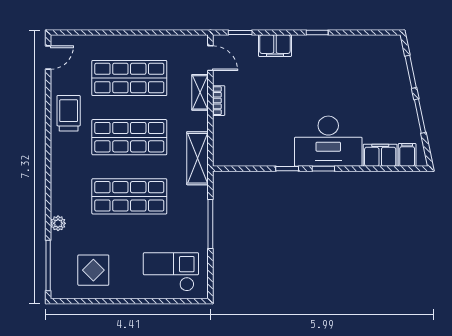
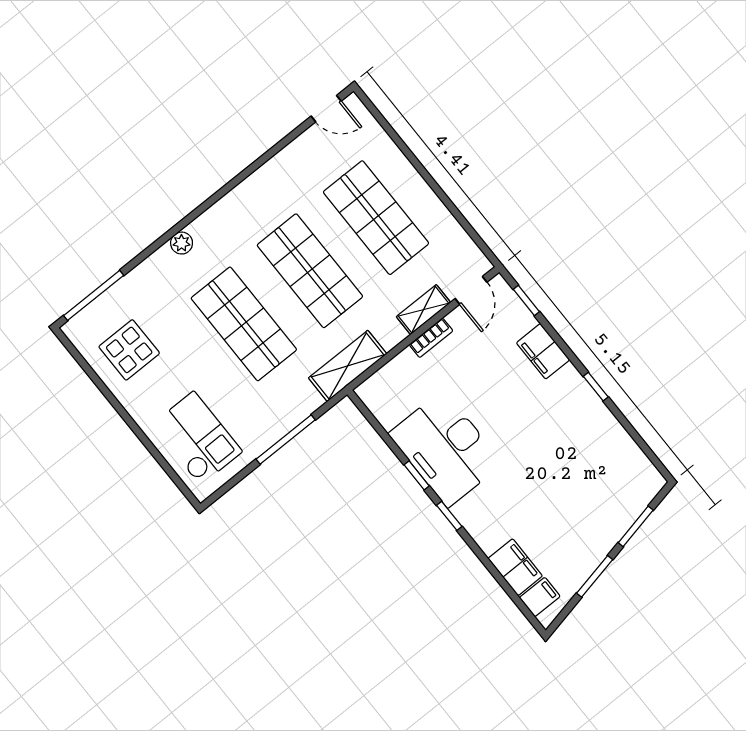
trolley: (69, 113) -> (282, 181), removed
desk: (328, 141) -> (446, 449), moved
plant: (58, 223) -> (182, 243), moved

